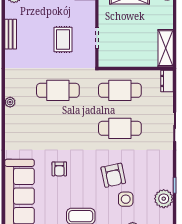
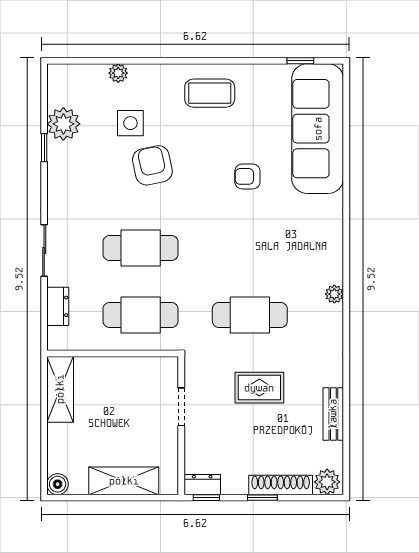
rug: (63, 39) -> (259, 388), moved, turned 90
dresser: (167, 81) -> (58, 306), moved
armchair: (59, 169) -> (247, 176), turned -90

